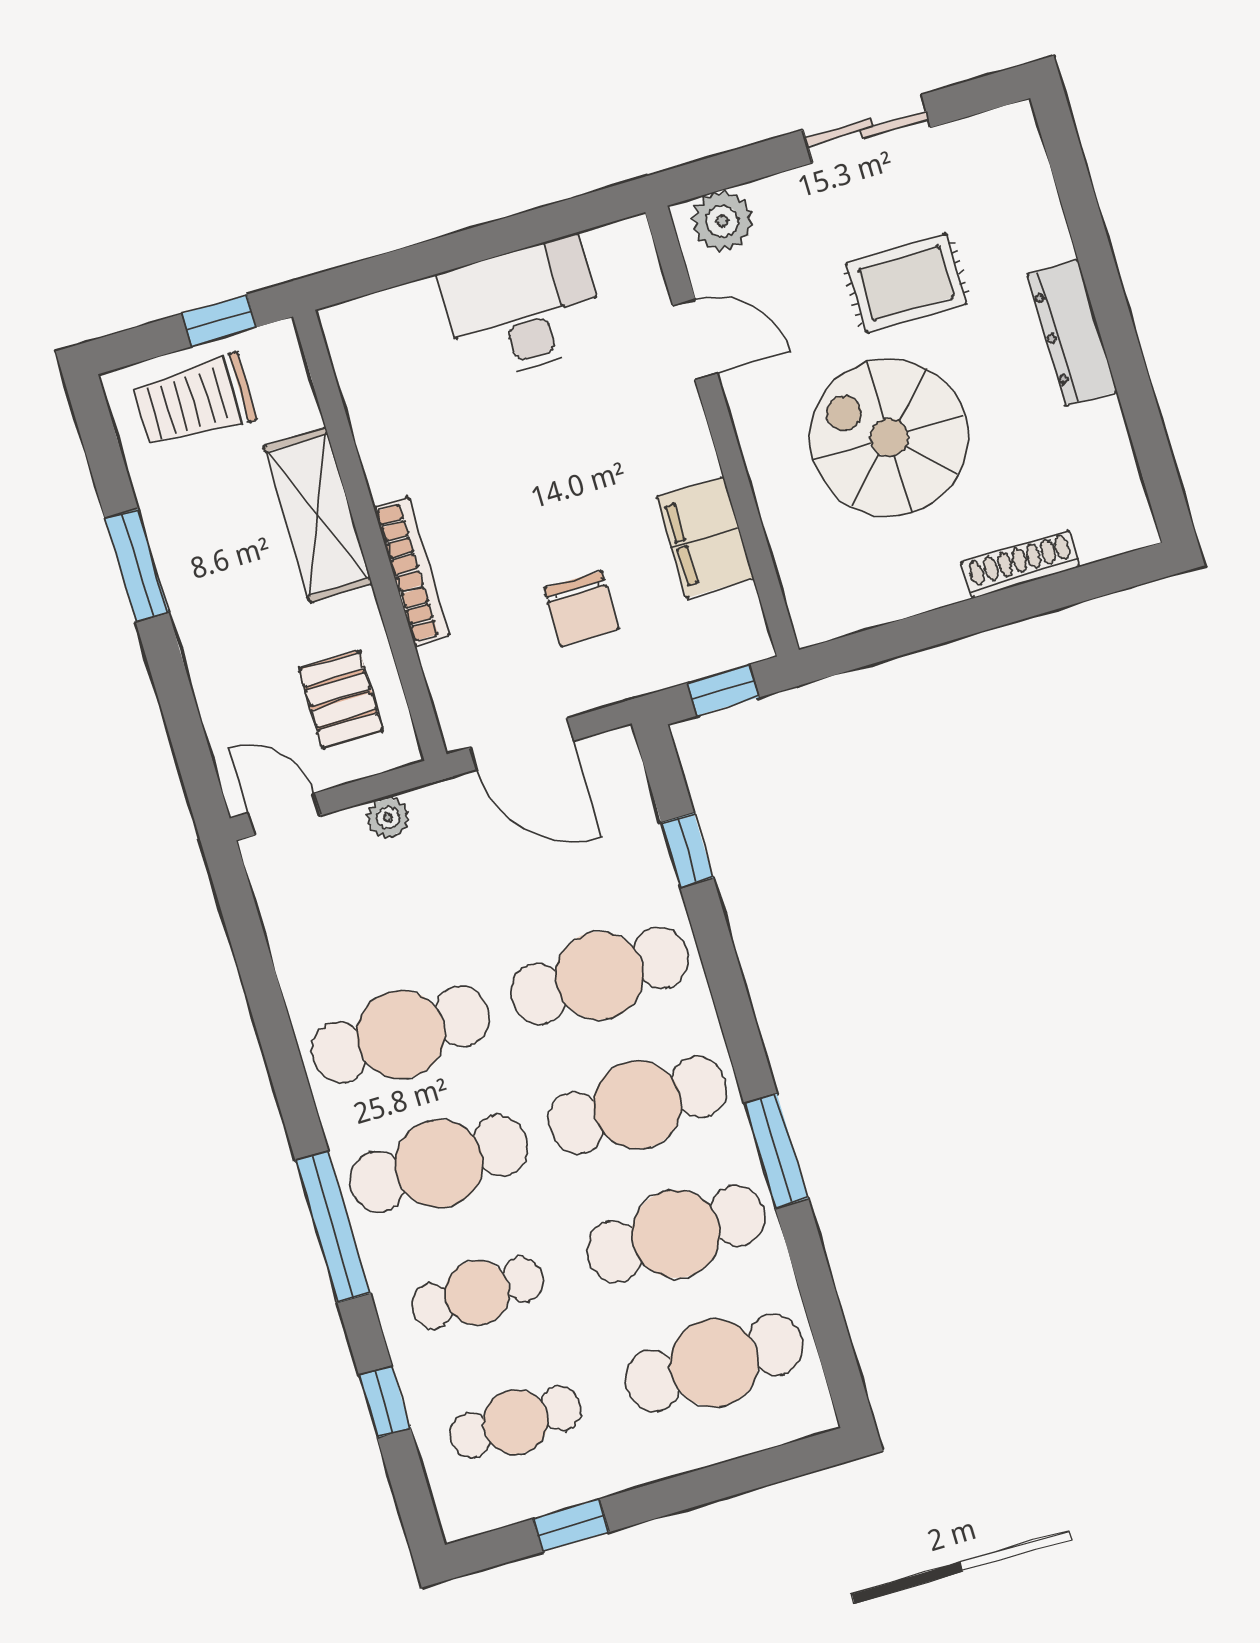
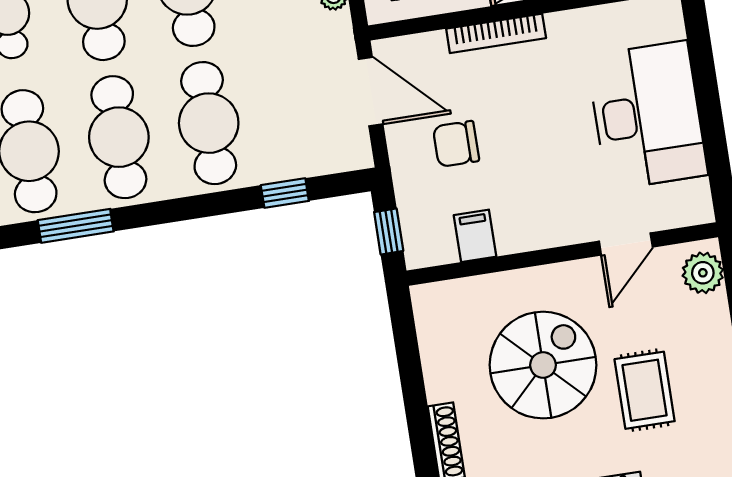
desk: (523, 309) -> (647, 115), width x1.36, depth x1.30
filing cabinet: (705, 537) -> (475, 236), width x0.50
door: (522, 744) -> (371, 92), swing flipped

